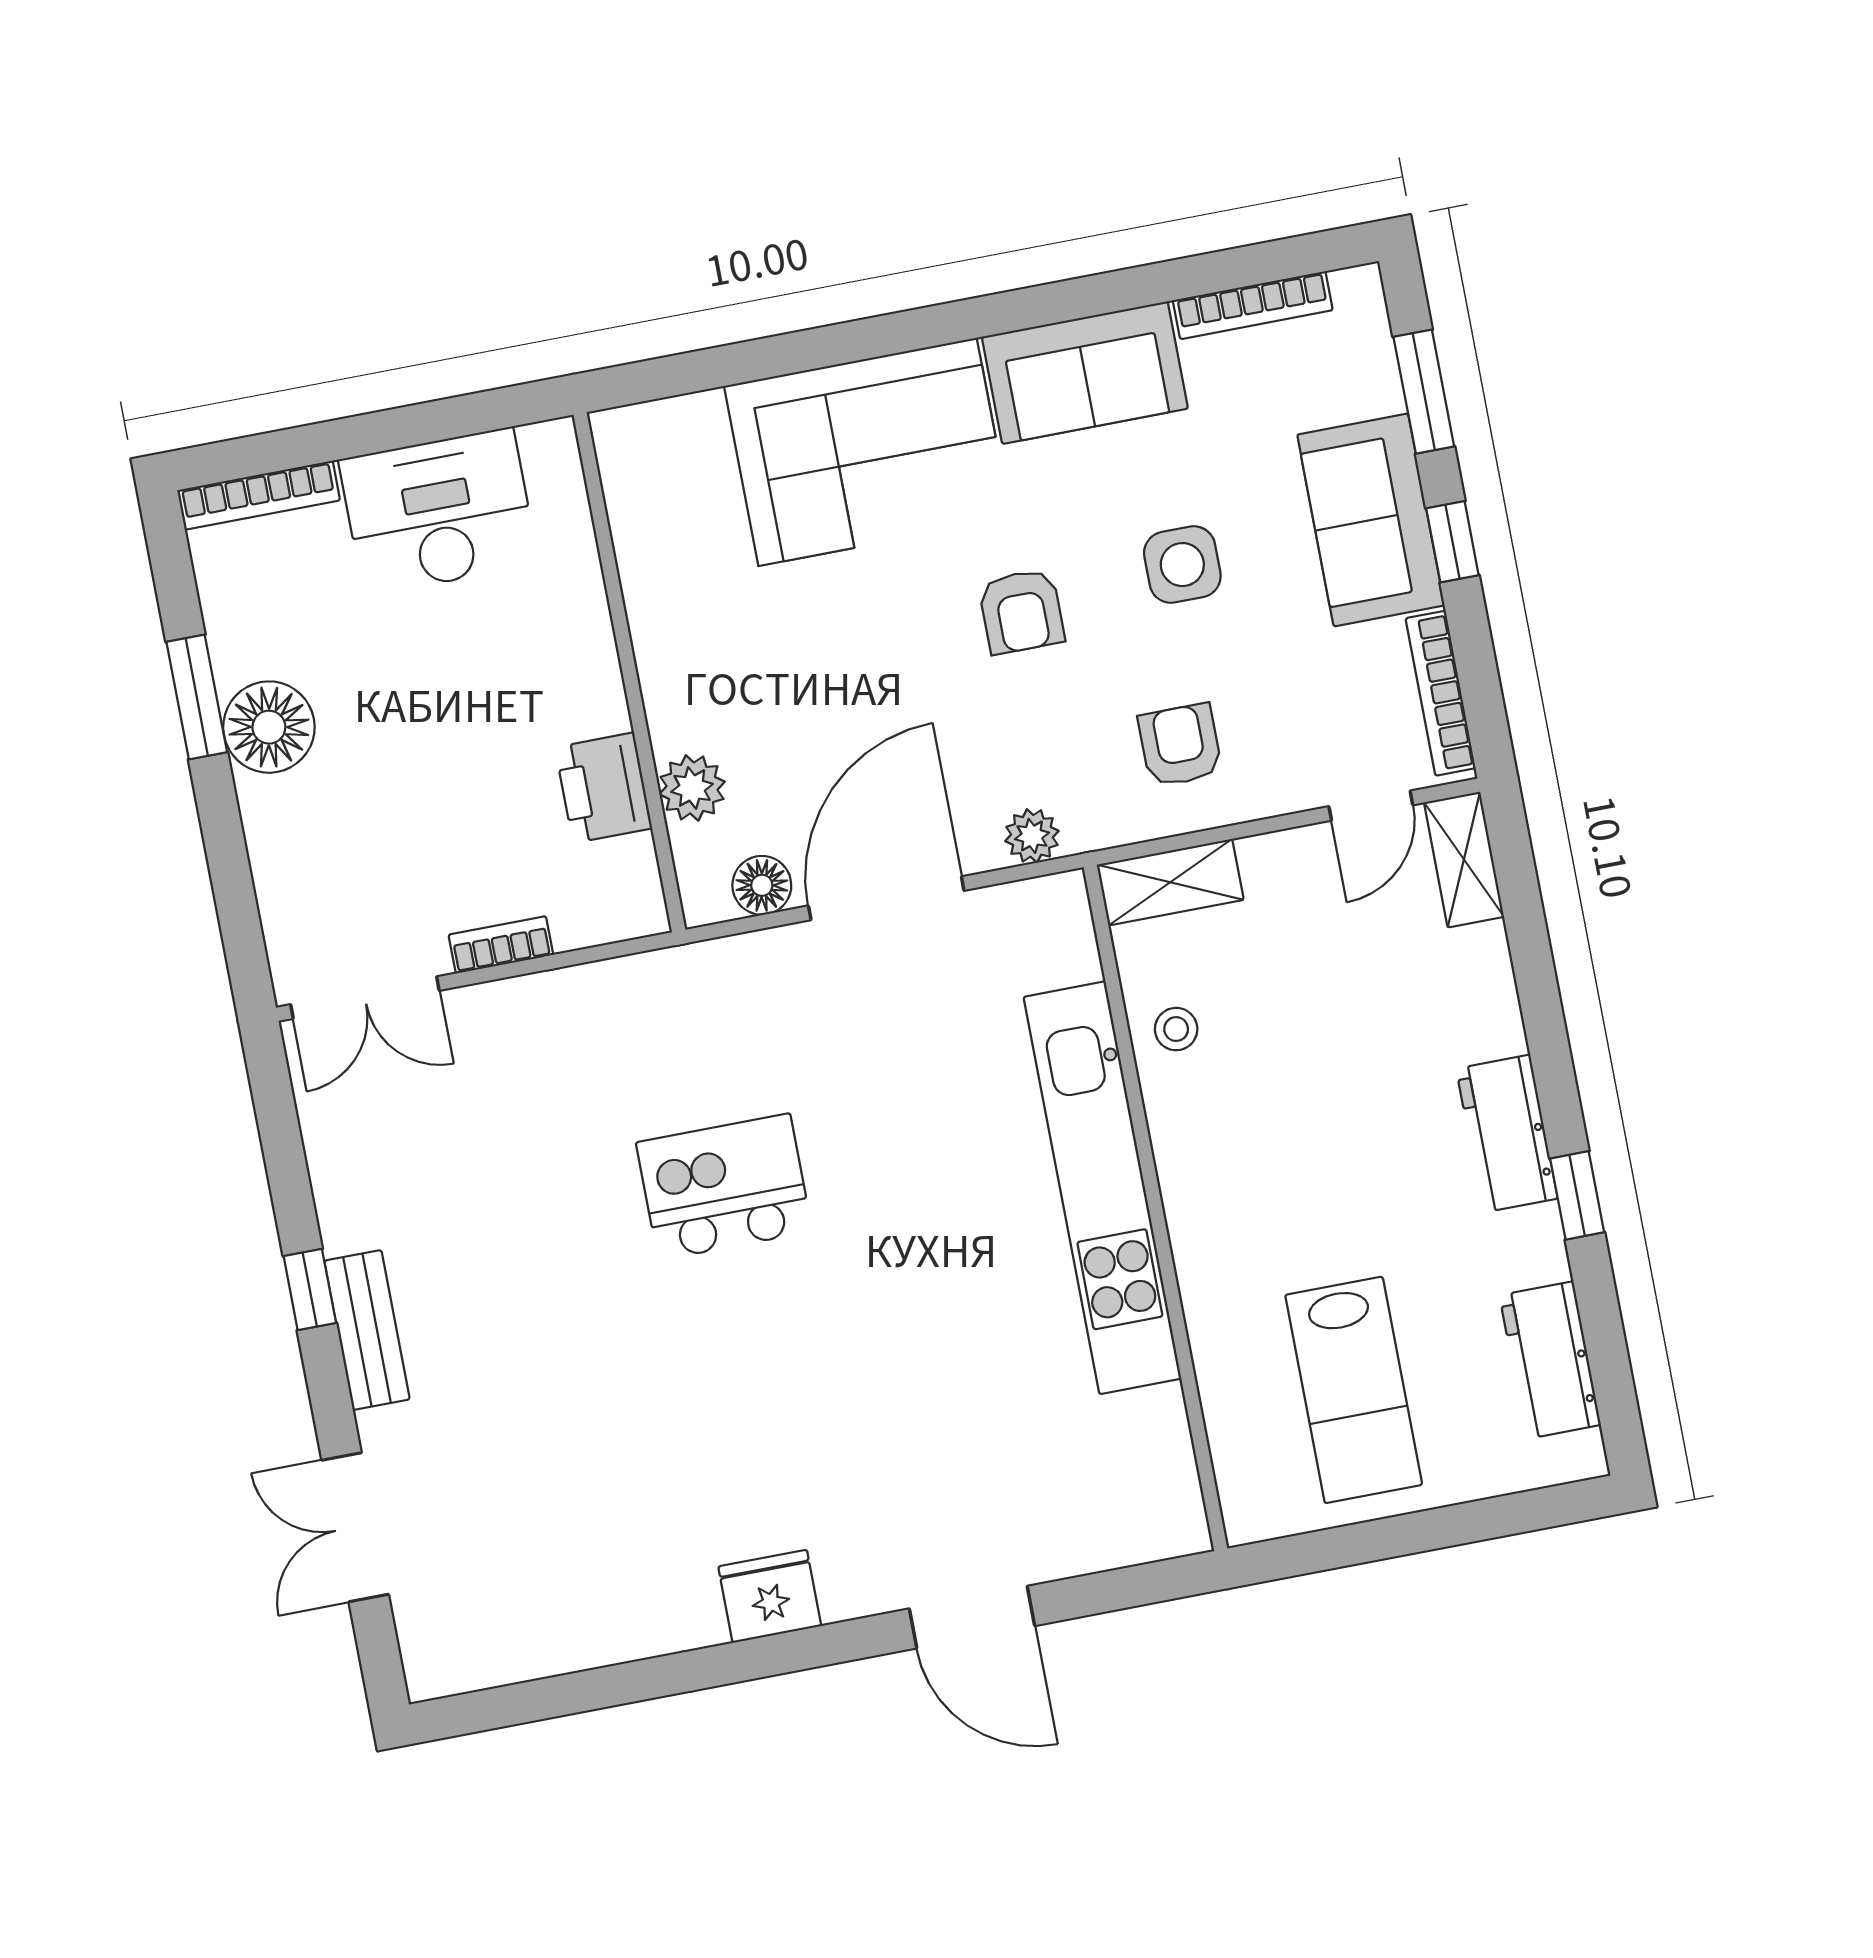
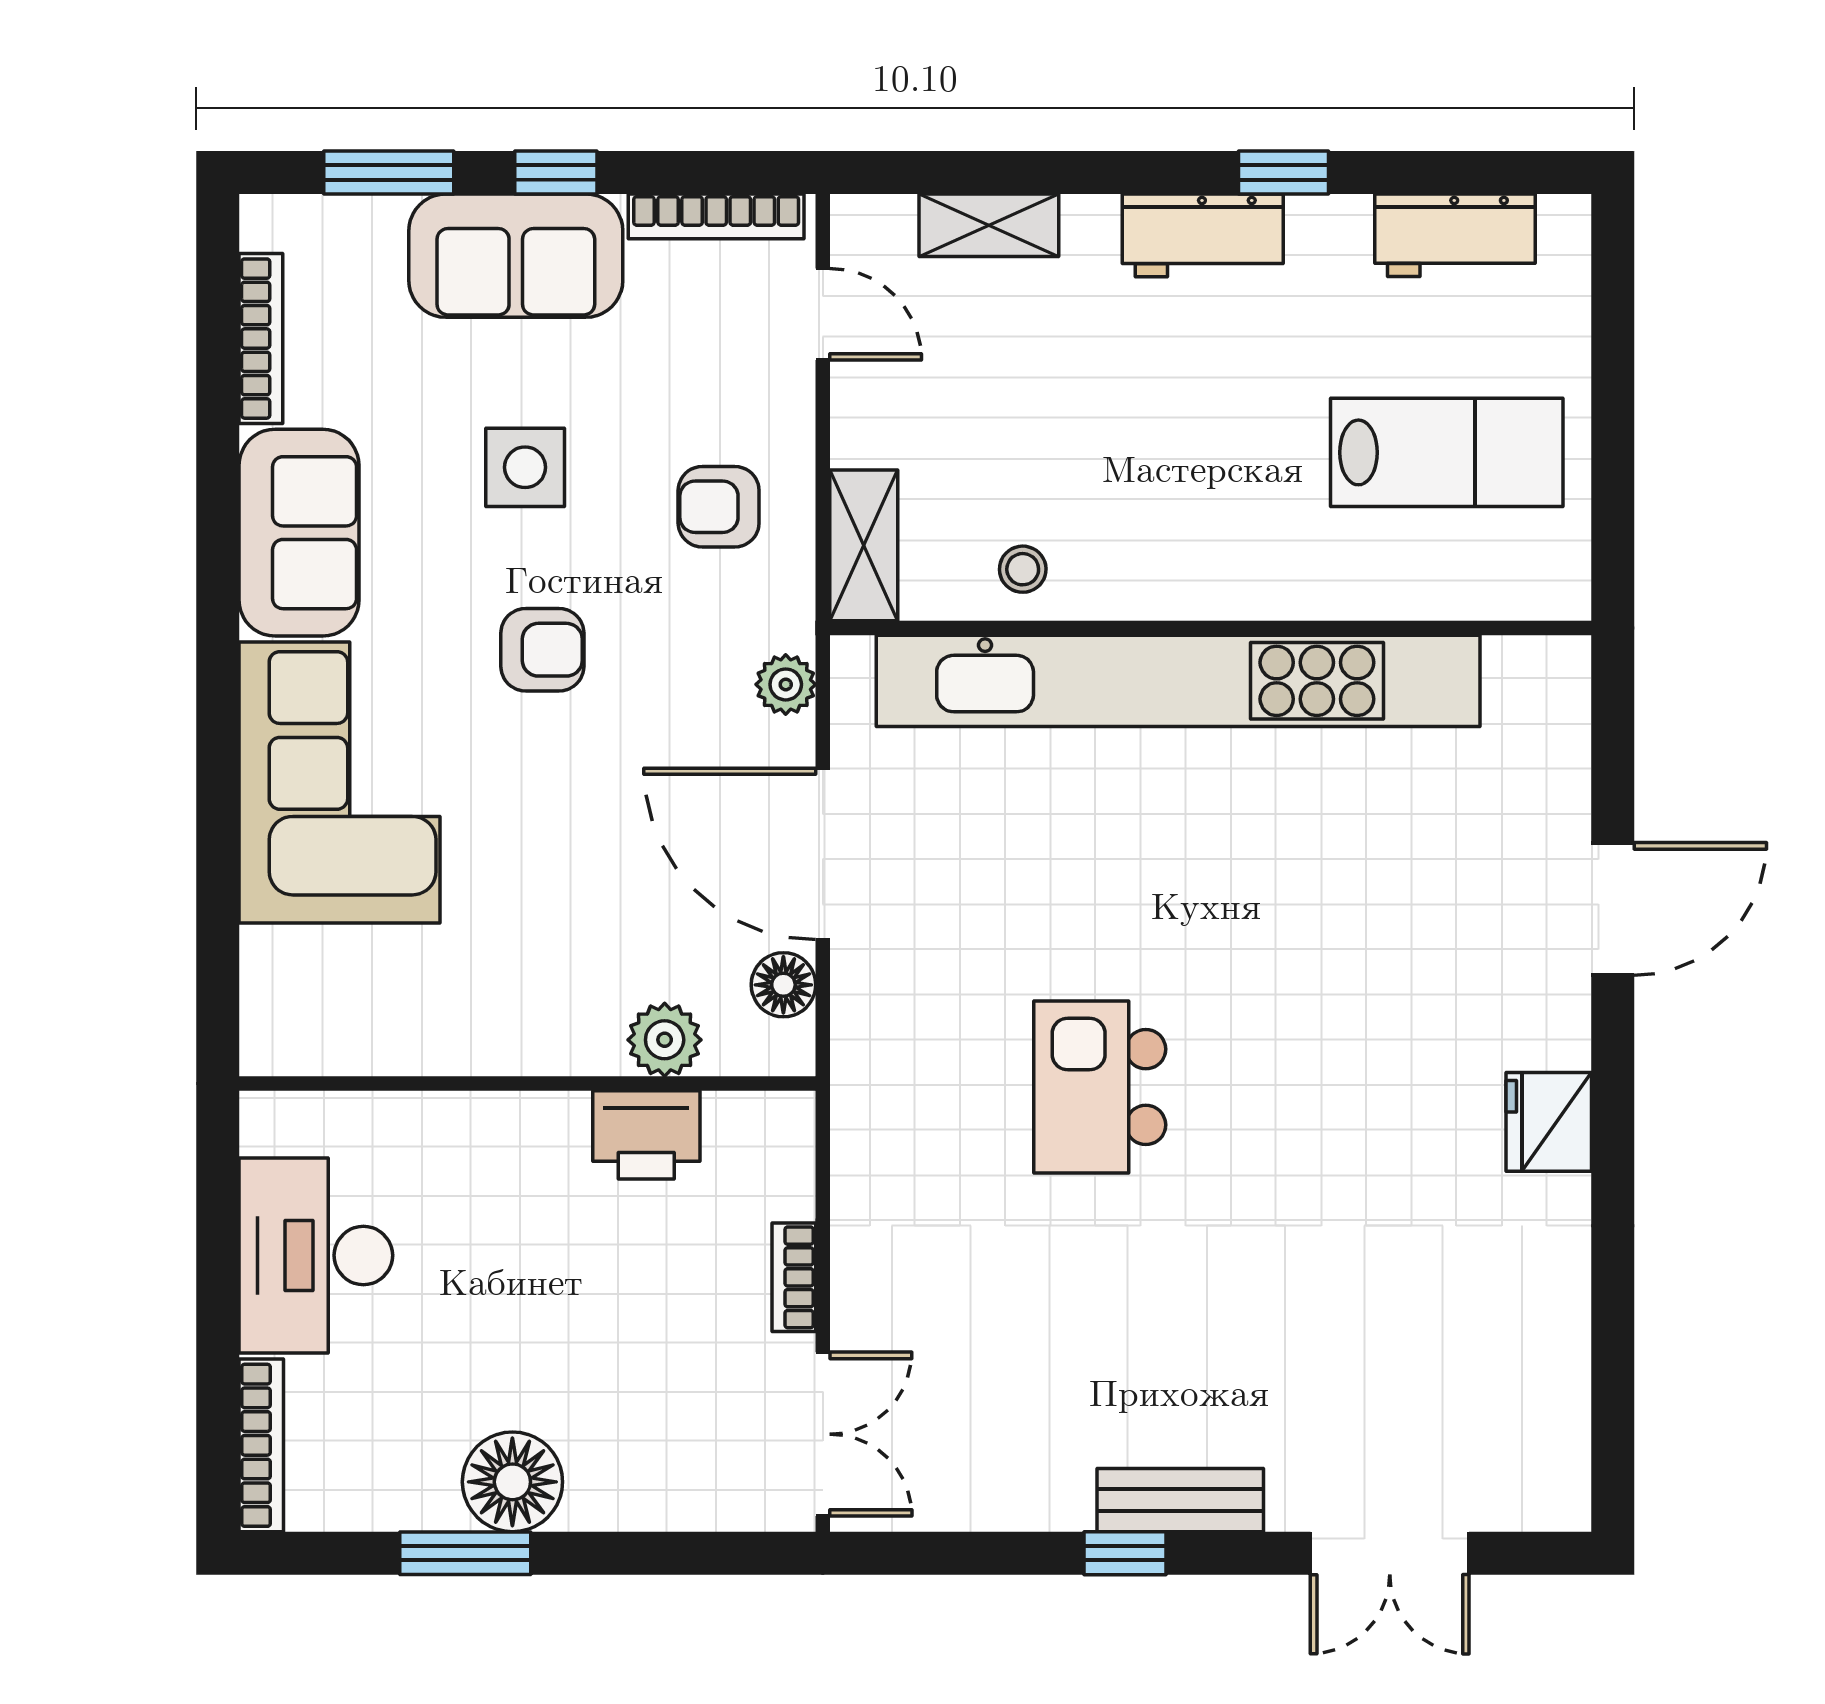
shelving: (1464, 860) -> (989, 225), moved
kitchen unit: (1102, 1188) -> (1178, 681), width x1.36

